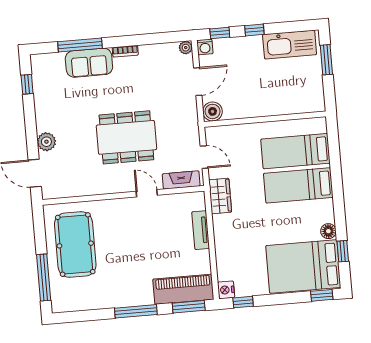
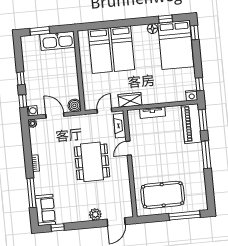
kitchen sink: (290, 45) -> (58, 41), moved, turned 90
sofa: (89, 63) -> (45, 210), moved

